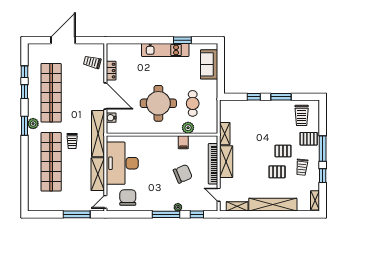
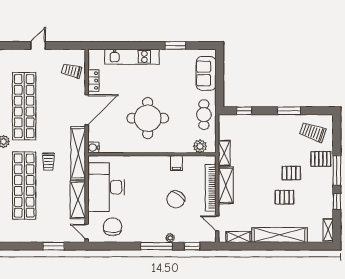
door: (63, 40) -> (38, 45), width x0.53
kitchen unit: (165, 50) -> (132, 57), moved
door: (105, 96) -> (87, 110), hinge flipped
window: (254, 97) -> (244, 111), moved
cafe table: (193, 103) -> (204, 115), moved
trolley: (302, 115) -> (313, 132), turned 109
water cooler: (111, 118) -> (93, 148), moved
plant: (188, 128) -> (200, 146), moved
trolley: (302, 167) -> (313, 192), removed
chair: (183, 174) -> (176, 199), turned 149
door: (105, 202) -> (87, 232), hinge flipped
window: (77, 214) -> (54, 246), width x0.69

